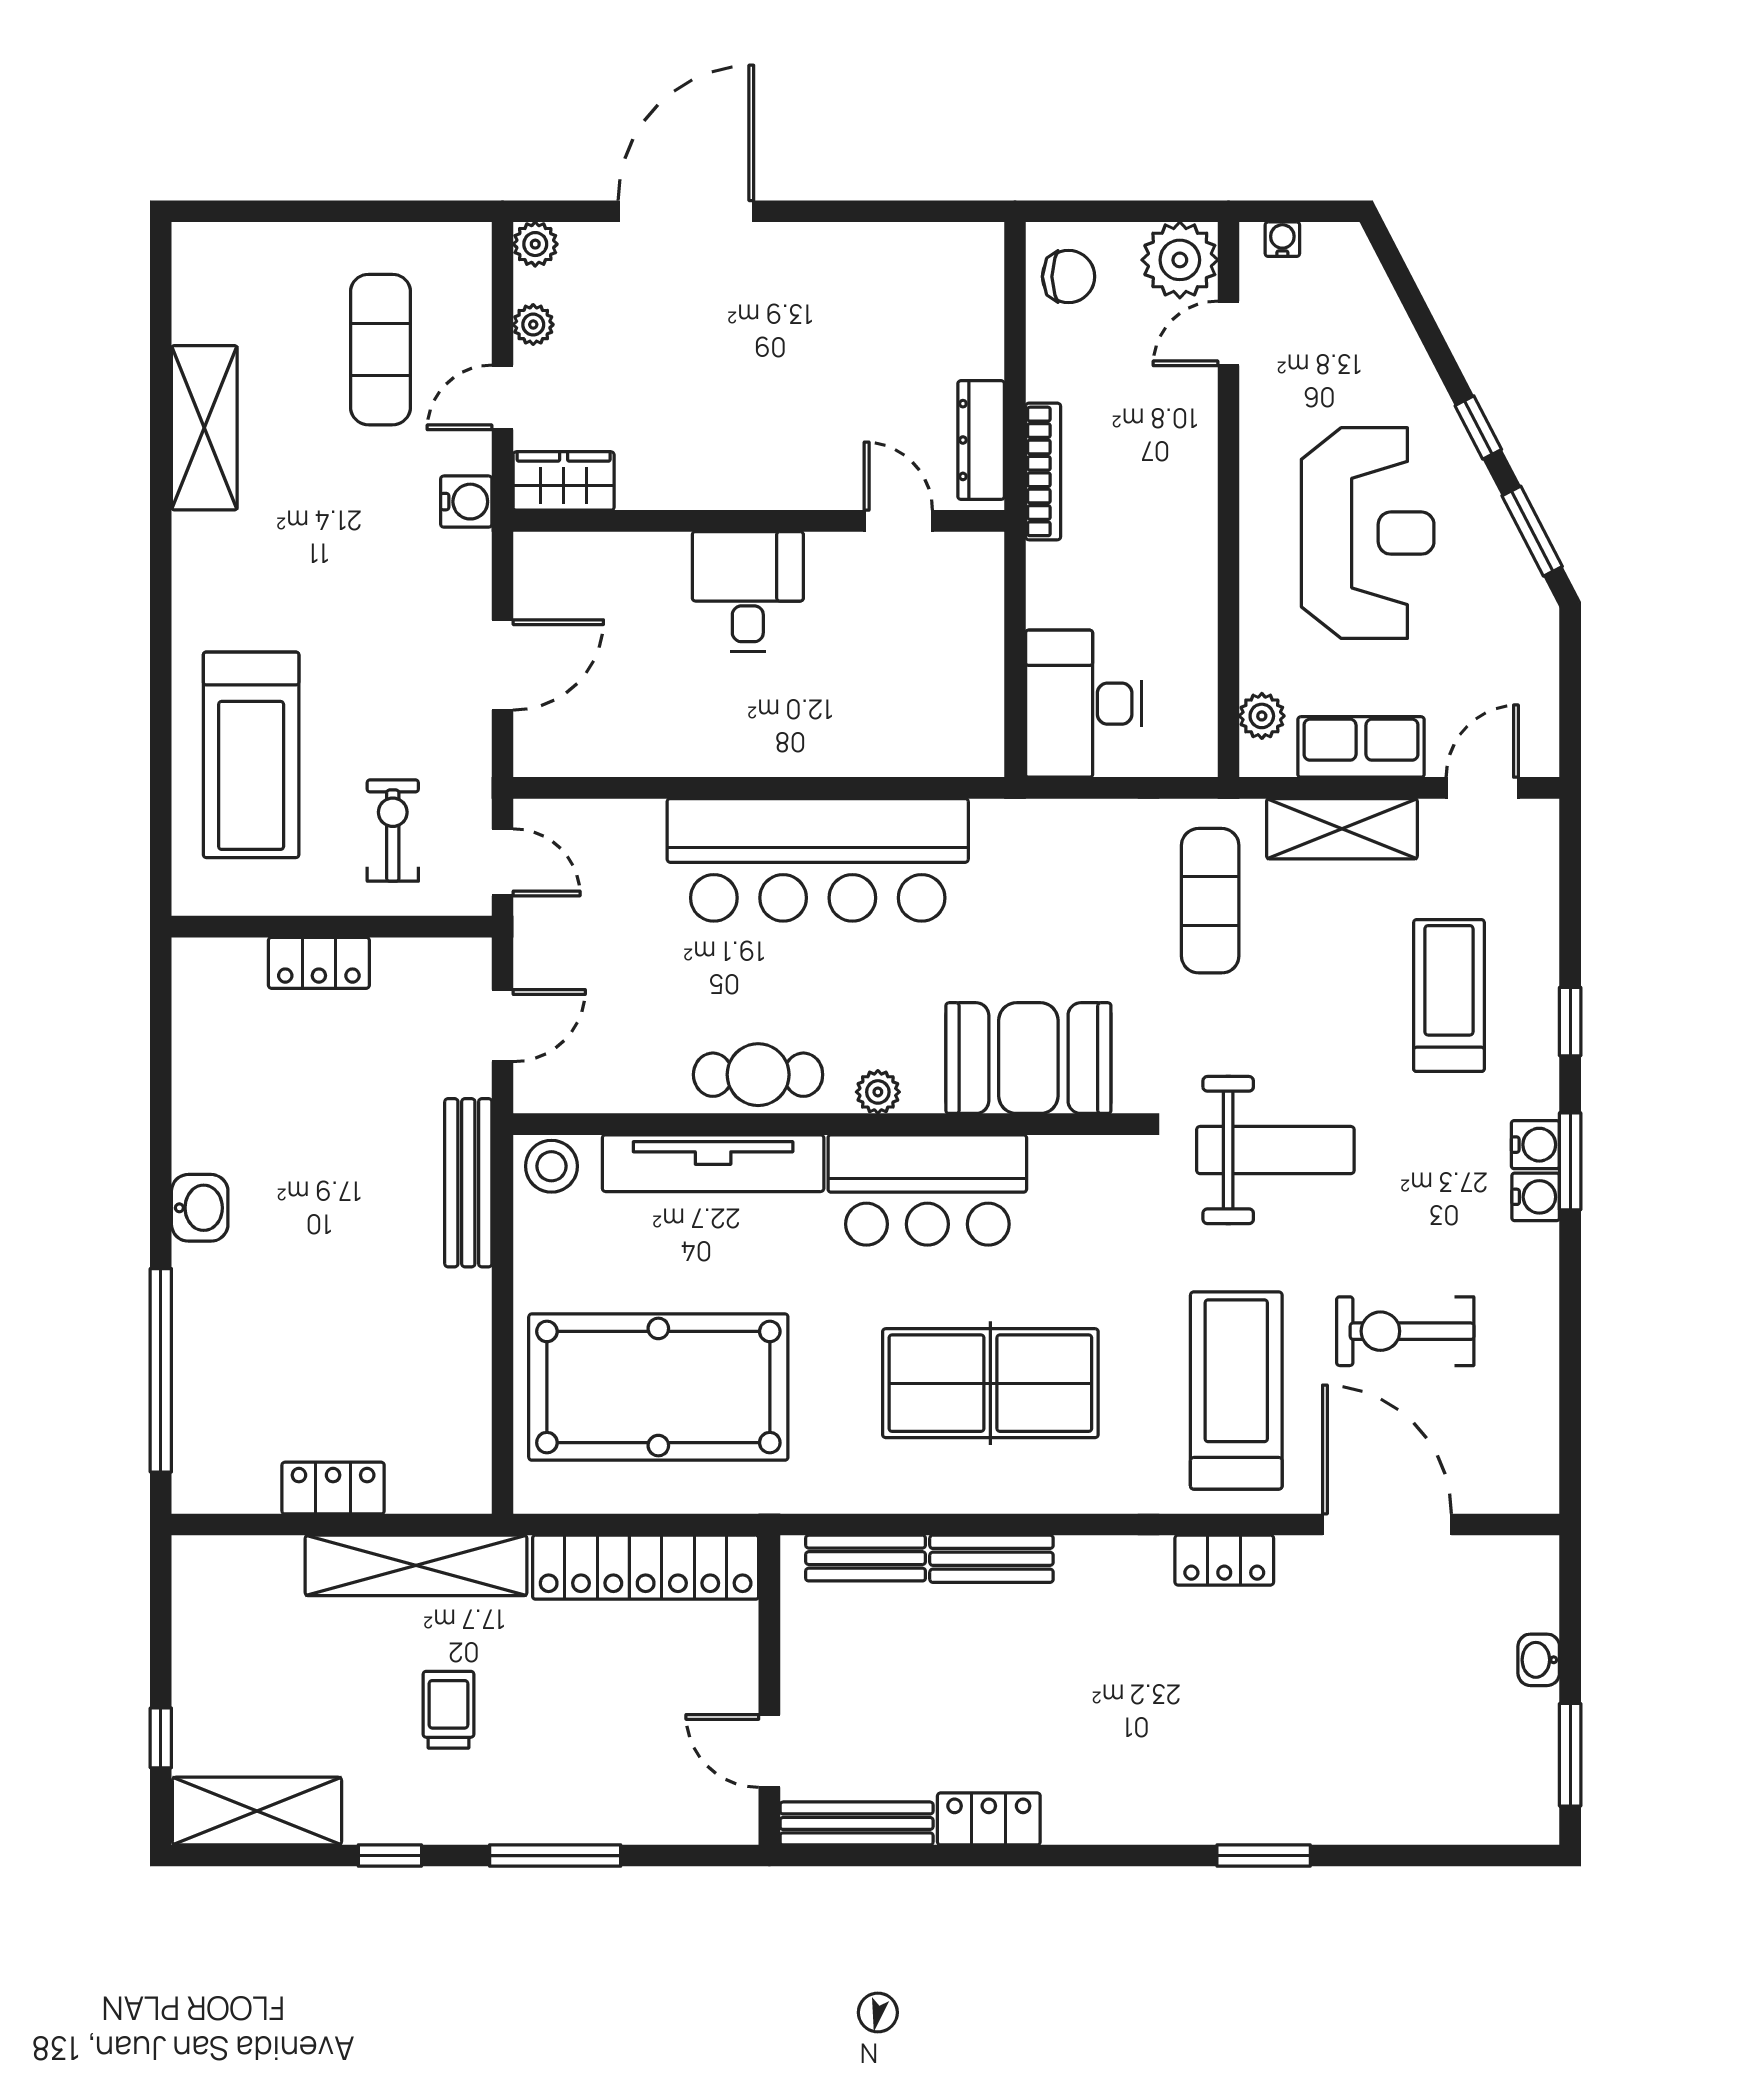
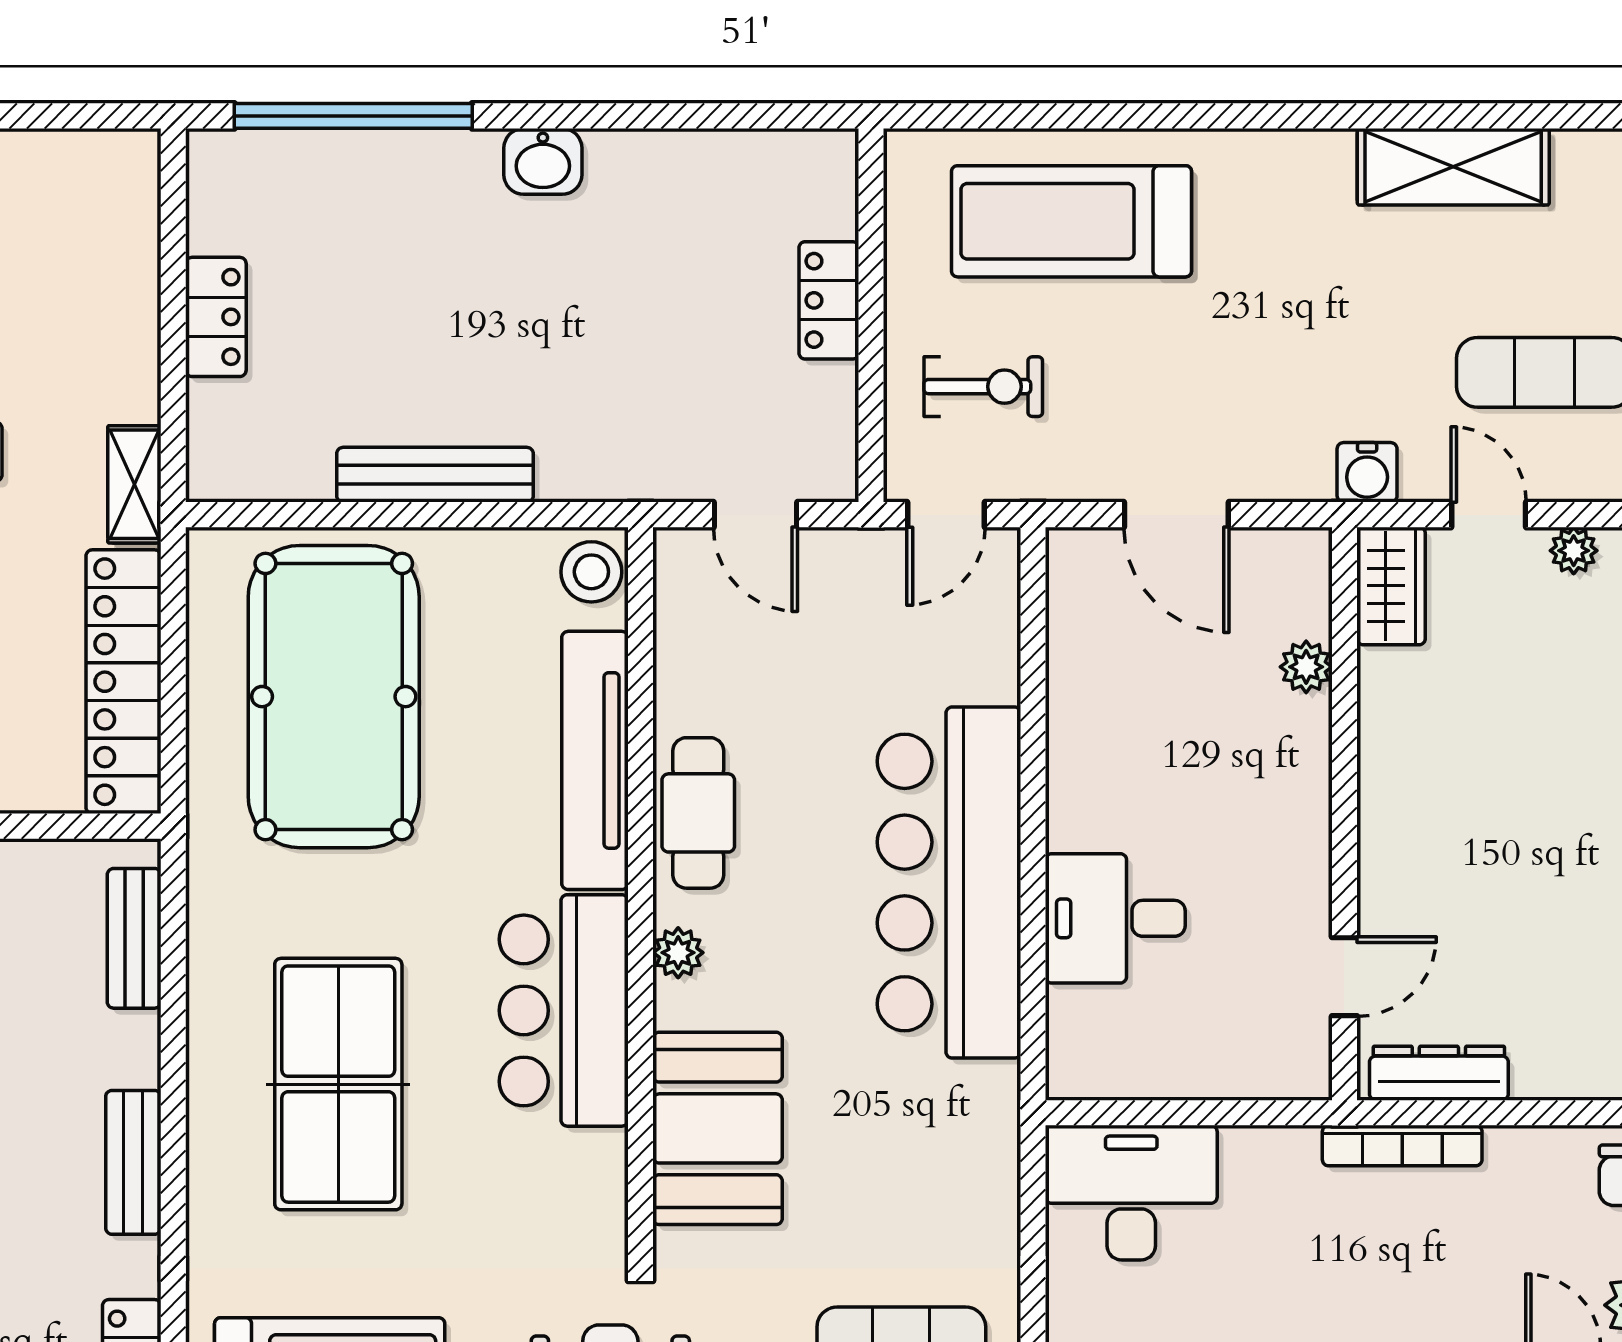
plant: (633, 554) -> (1306, 667), added
desk: (748, 591) -> (1115, 918), moved, turned 180
bench: (468, 1183) -> (435, 475), moved
bench: (991, 1559) -> (133, 1162), moved
shelving: (416, 1565) -> (134, 484), width x0.45, depth x0.75

